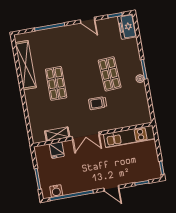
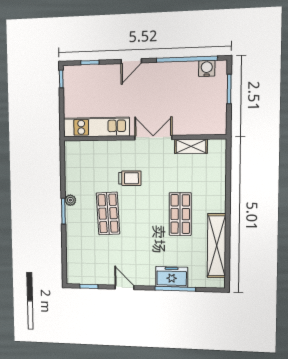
freezer: (127, 27) -> (172, 277), moved, turned -90
fridge: (57, 150) -> (196, 125), removed
door: (111, 188) -> (131, 61), swing flipped

